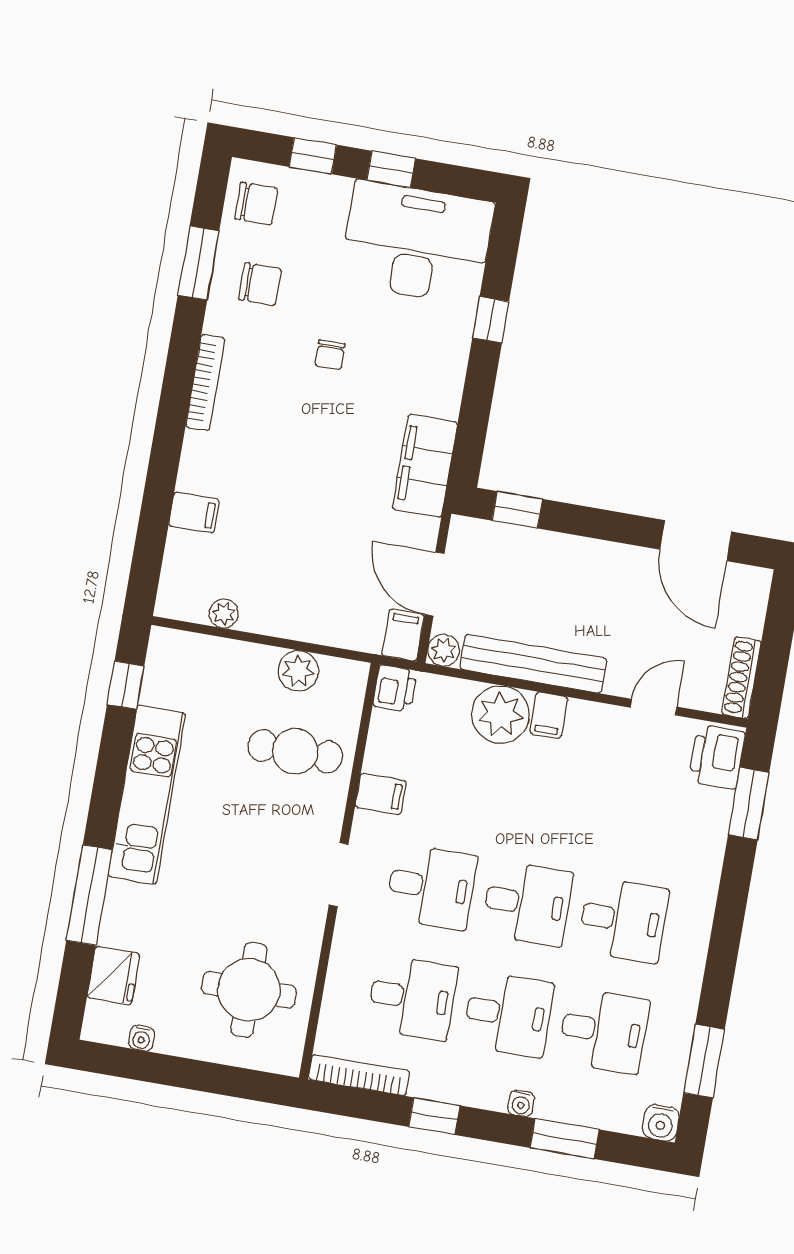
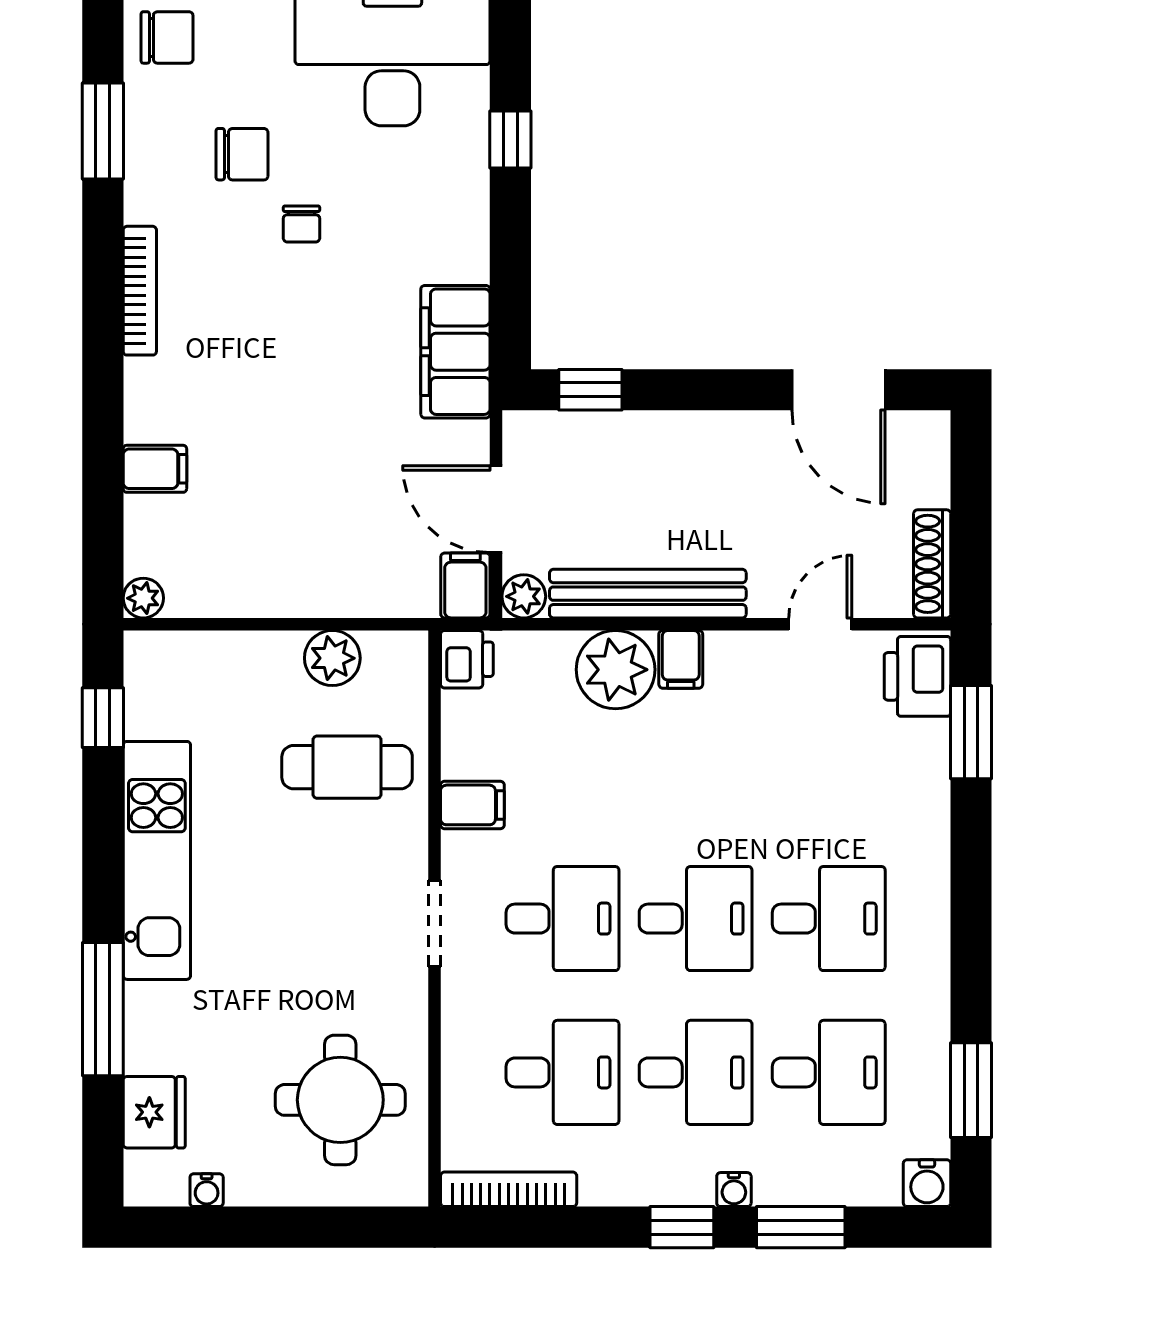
chair: (260, 284) -> (242, 154), moved
plant: (224, 613) -> (143, 598), moved
window: (434, 1116) -> (682, 1227), moved

